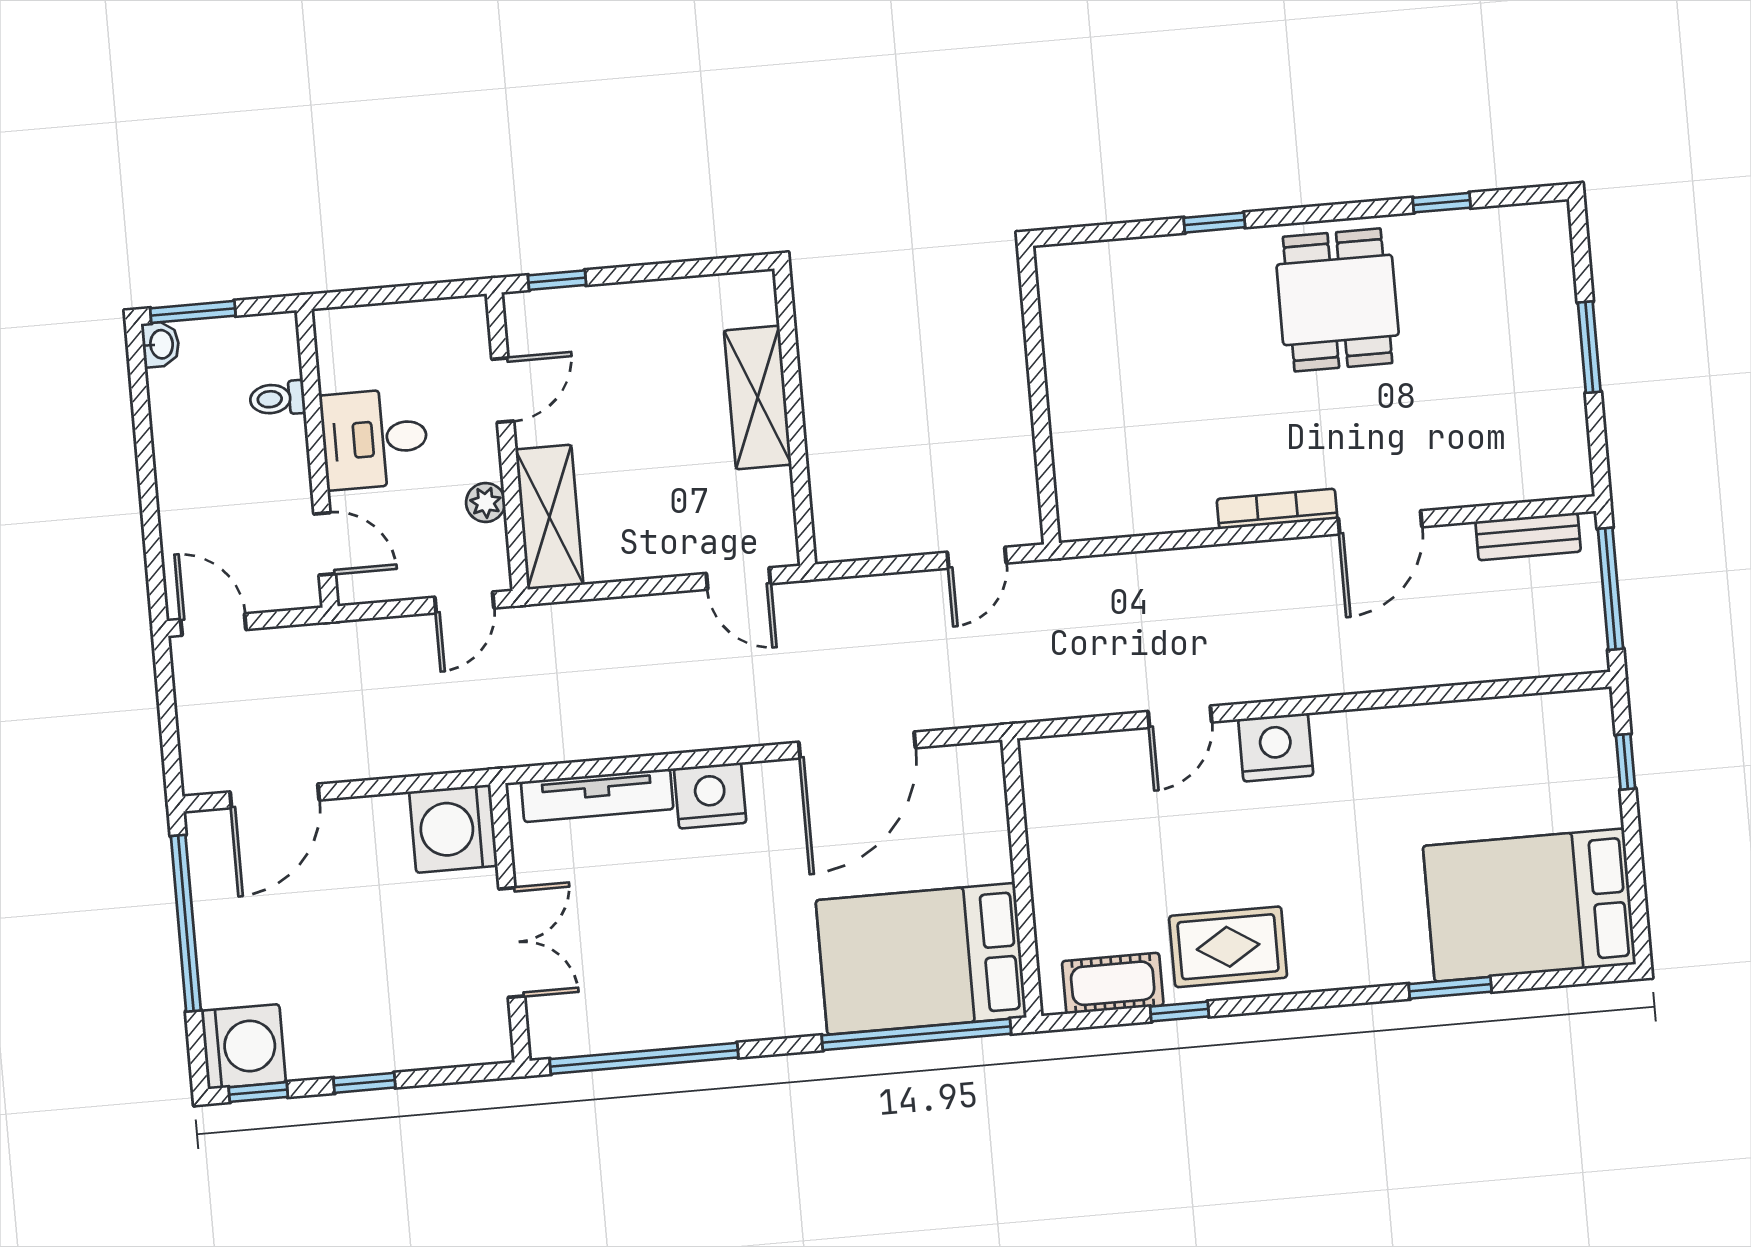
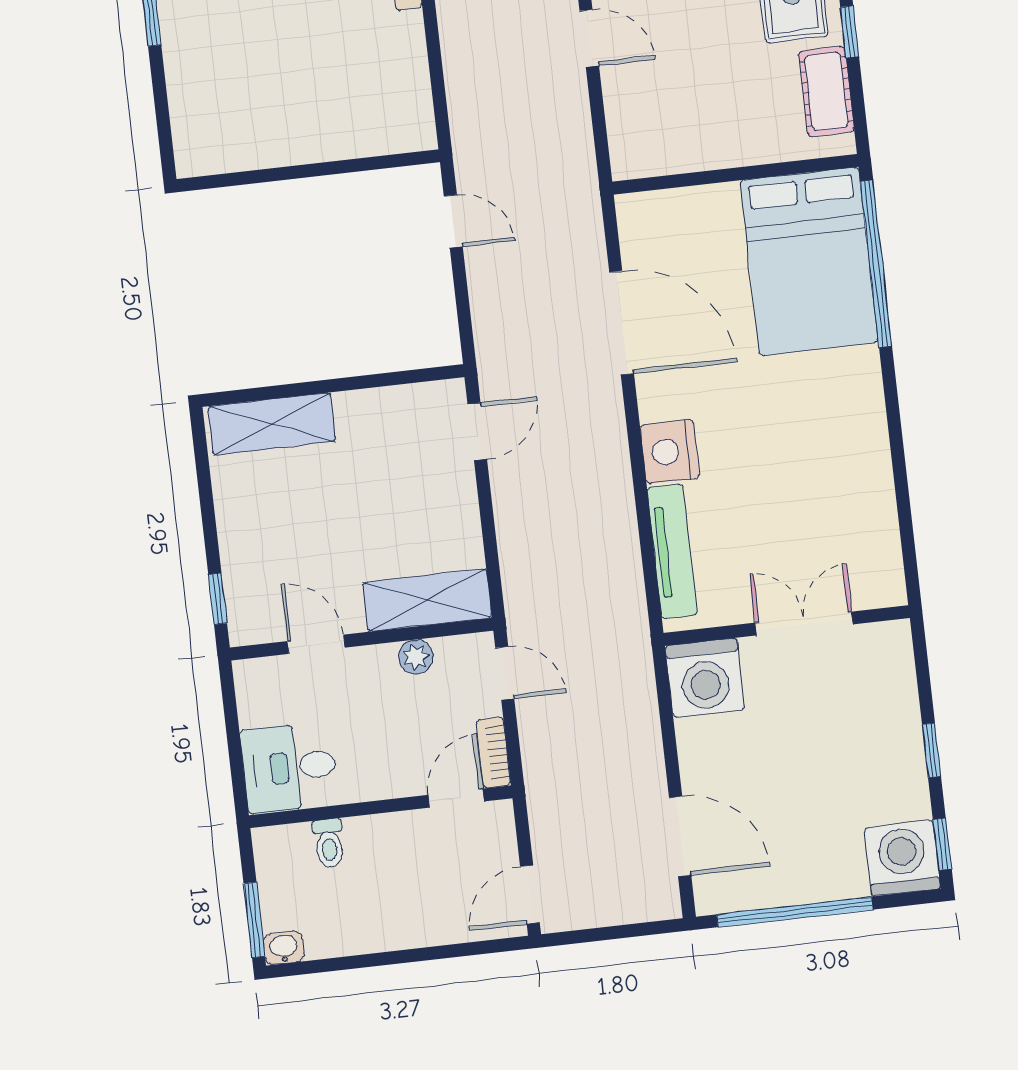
shelving: (758, 398) -> (272, 424), moved
desk: (375, 439) -> (289, 767), moved, turned 90
bookcase: (375, 587) -> (493, 753), added
window: (644, 1058) -> (903, 504), removed

